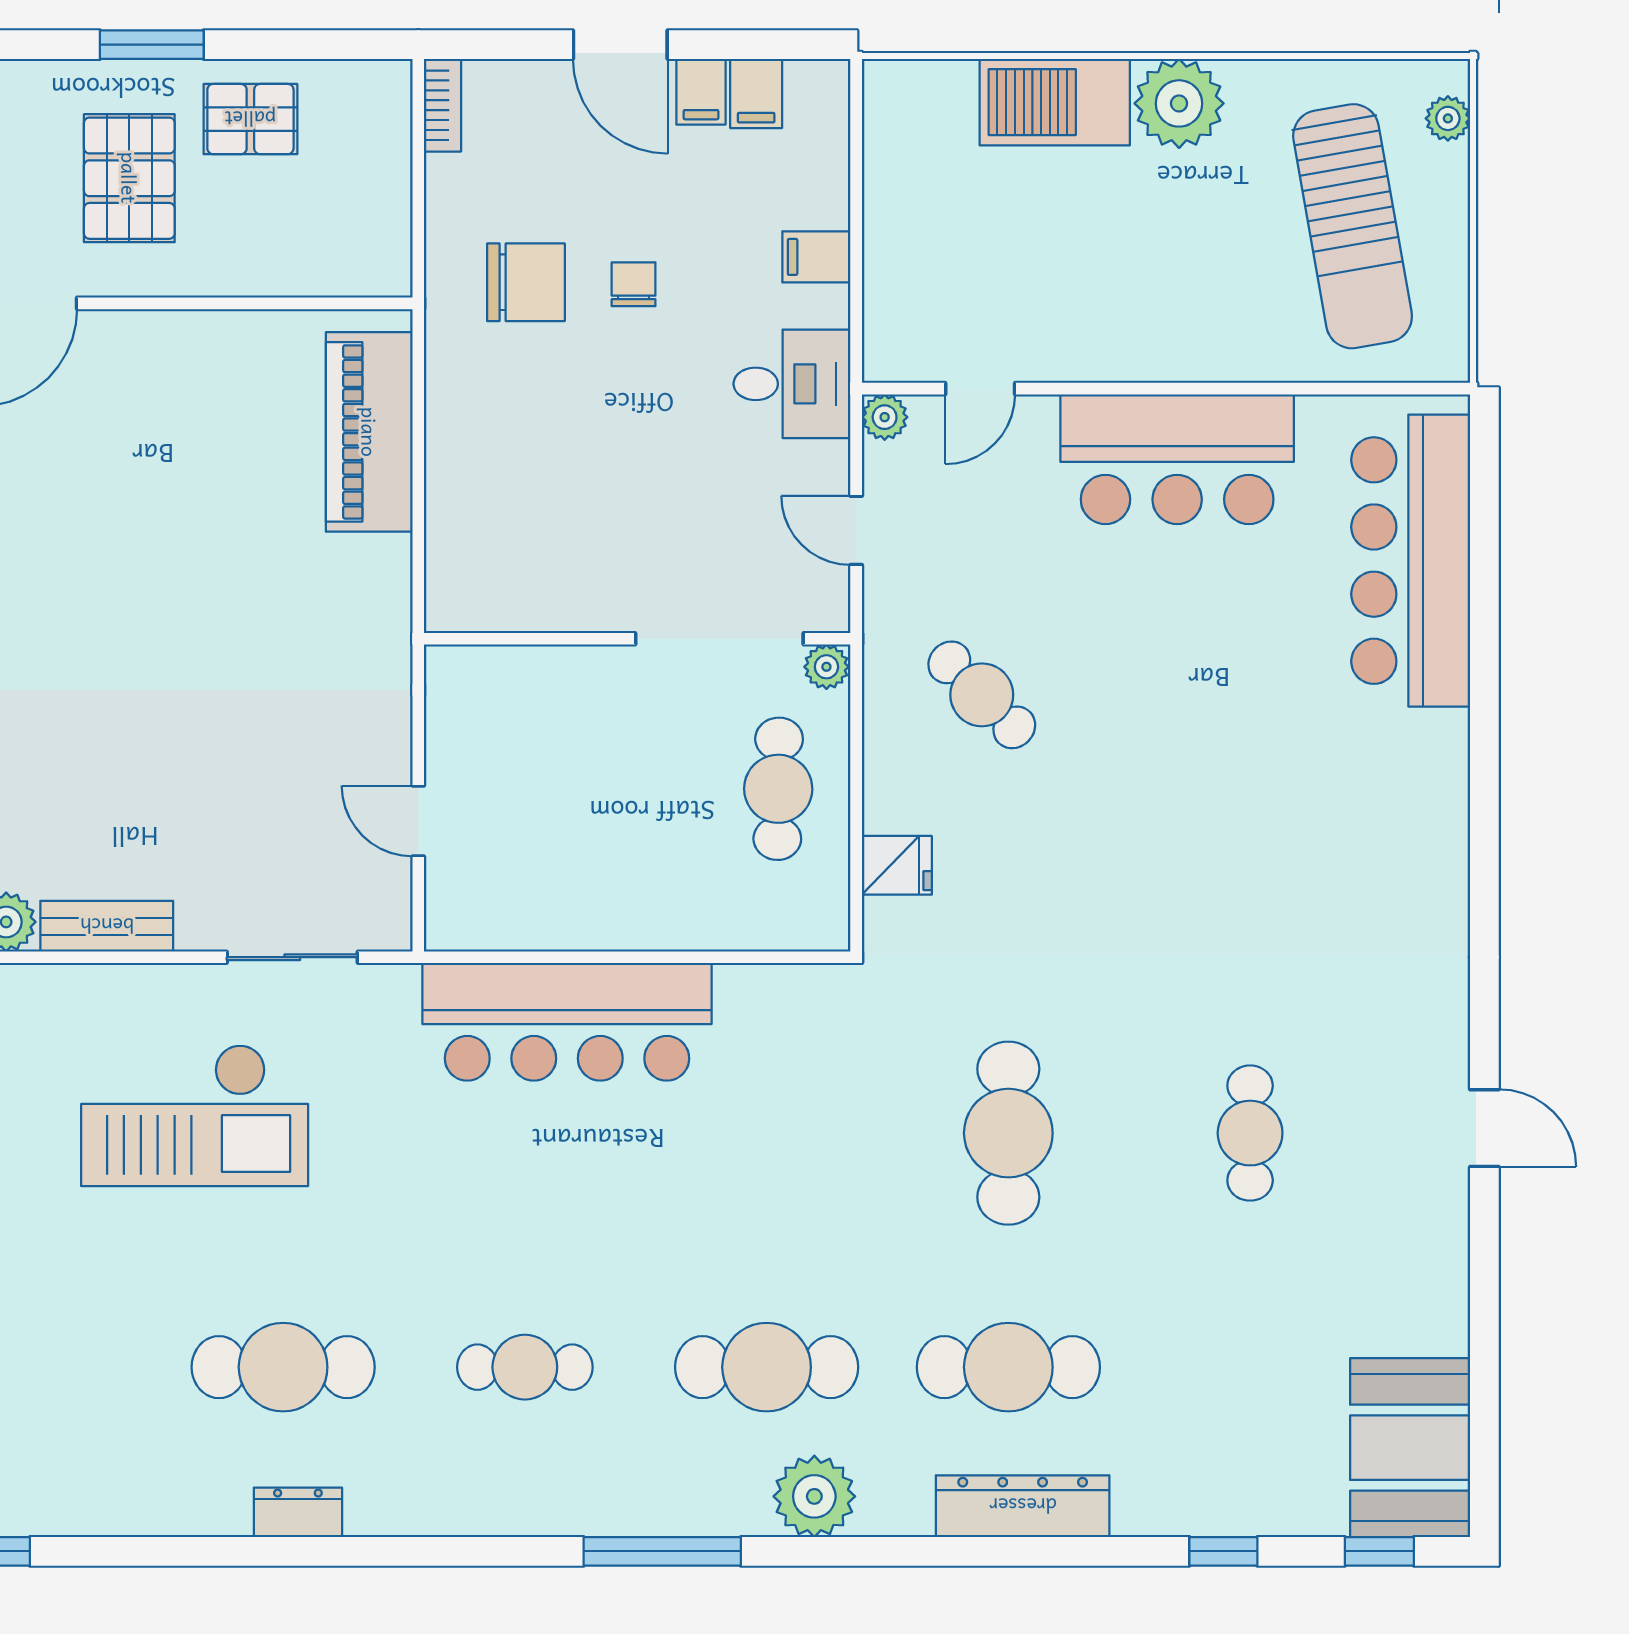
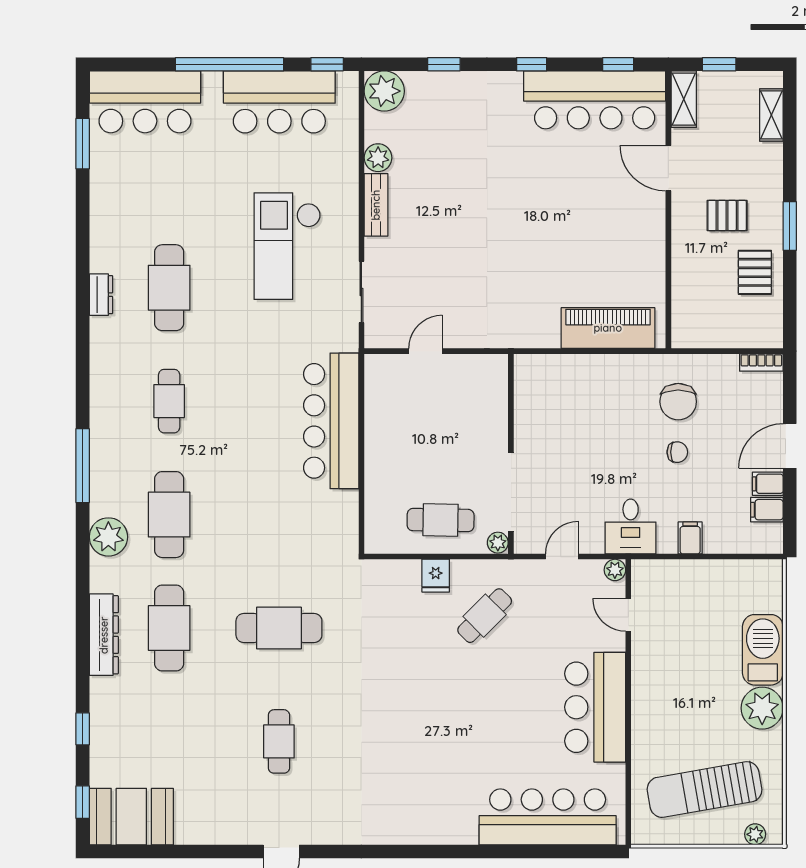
pallet: (129, 178) -> (727, 216), width x0.67, depth x0.71
fridge: (897, 865) -> (436, 576), moved
cafe table: (1250, 1133) -> (279, 741), turned 90

